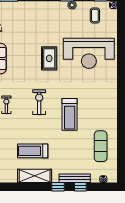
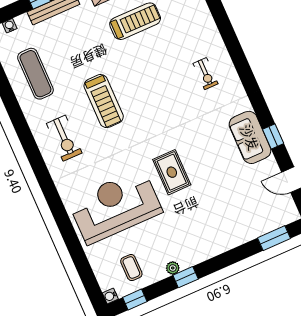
exercise bike: (39, 102) -> (64, 138), moved
treadmill: (70, 114) -> (104, 101), turned 180

